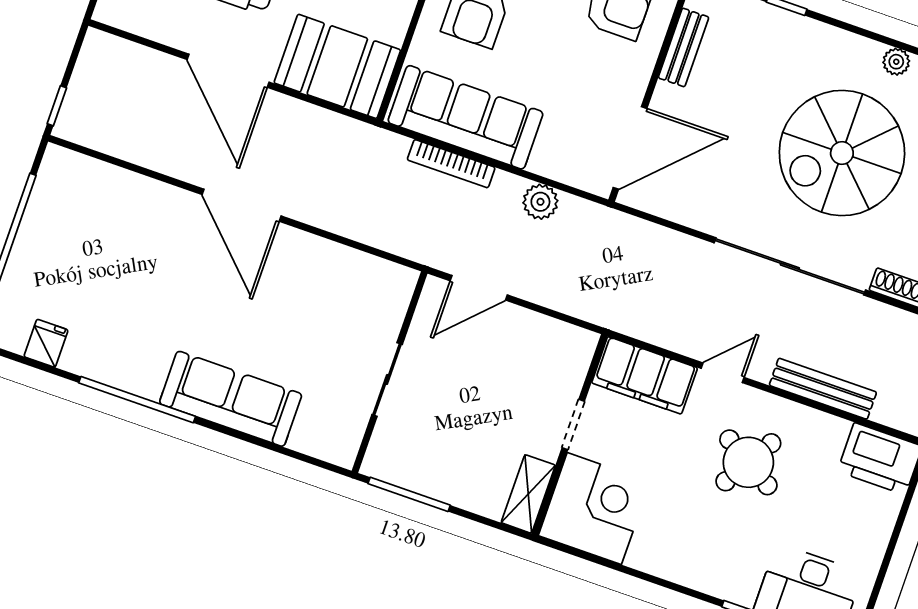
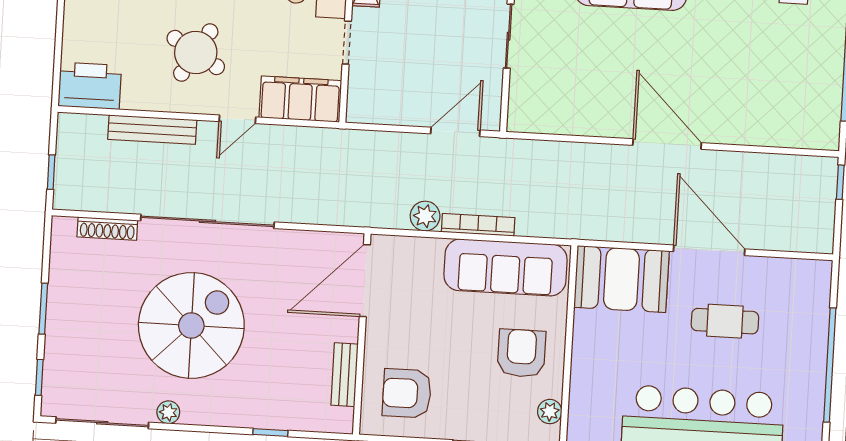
bookcase: (451, 164) -> (478, 225), moved

